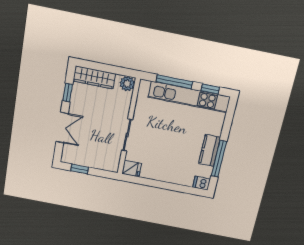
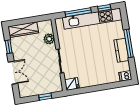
plant: (127, 84) -> (49, 39), moved
window: (219, 159) -> (129, 43), moved
window: (80, 169) -> (45, 97), moved

